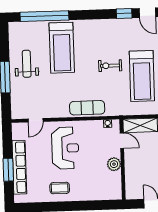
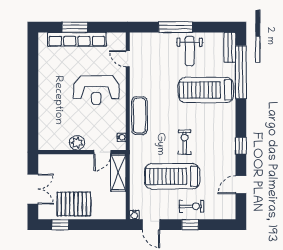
window: (124, 13) -> (241, 146), moved
bench: (22, 27) -> (230, 47), added
weight bench: (27, 64) -> (190, 51), turned 90
coffee table: (60, 188) -> (53, 83), removed

